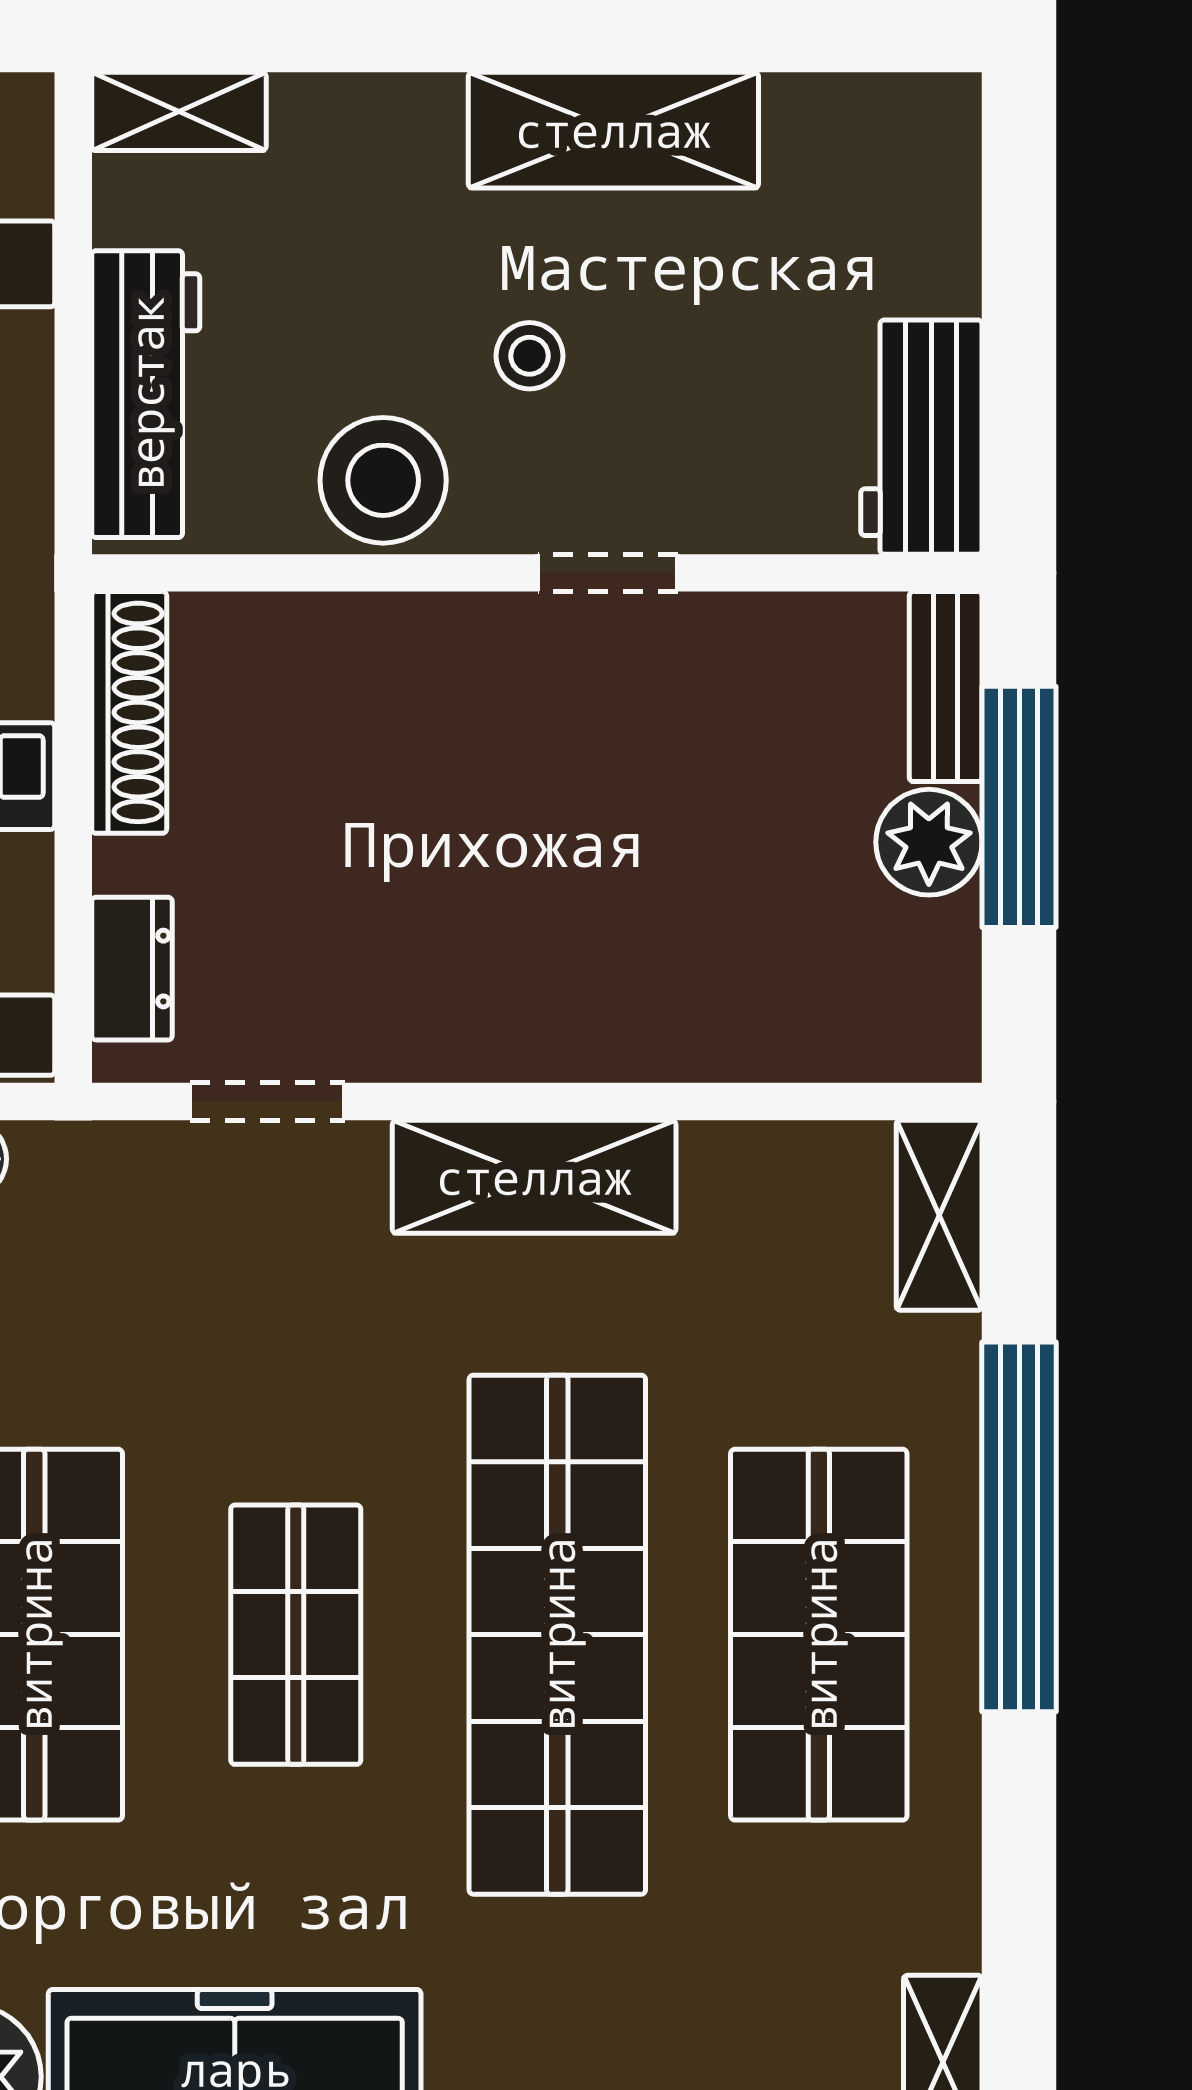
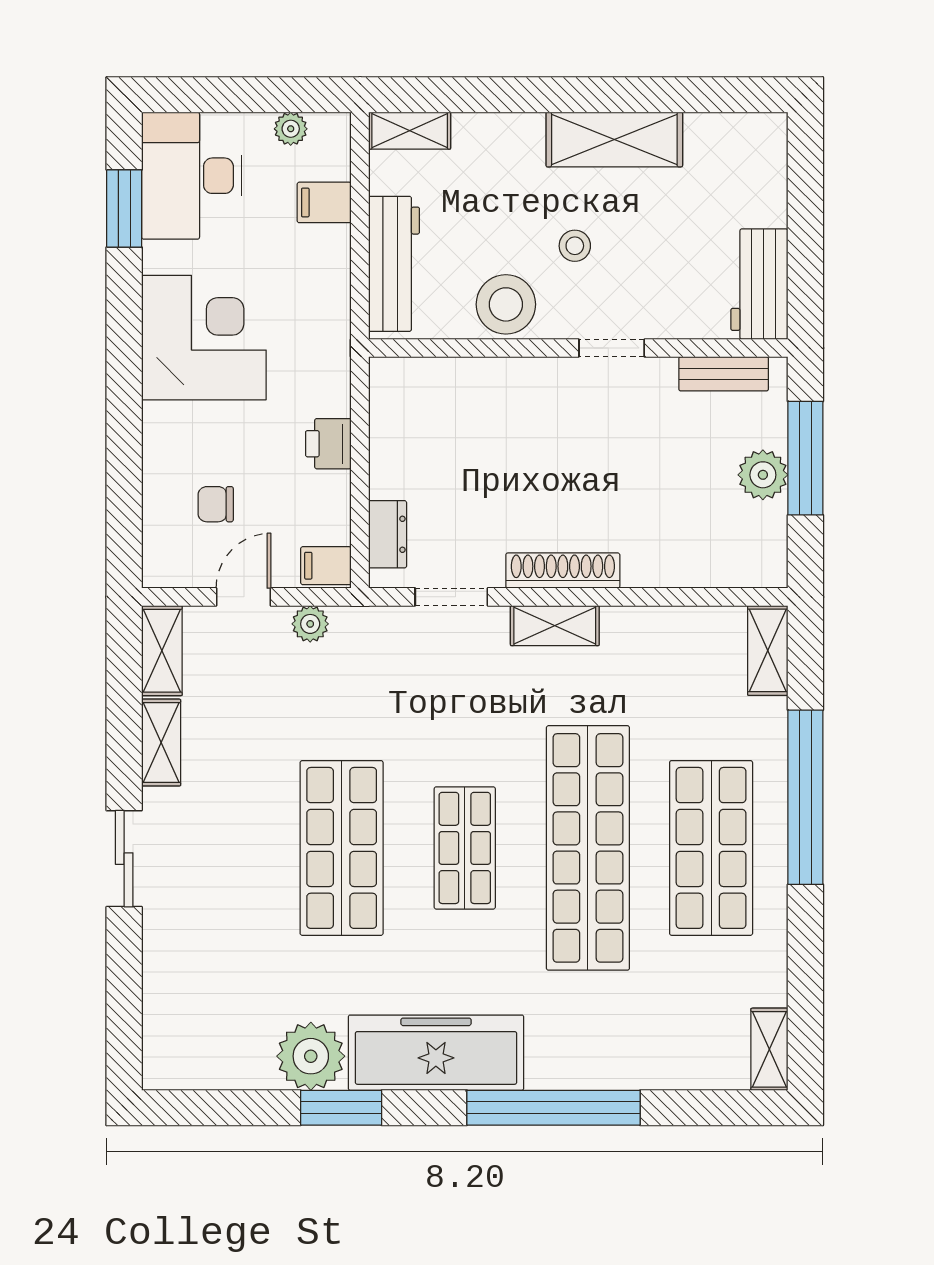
bench: (946, 687) -> (724, 374), moved, turned 90
shoe rack: (129, 712) -> (563, 571), moved, turned -90
shelving: (534, 1177) -> (555, 626), width x0.67, depth x0.75

